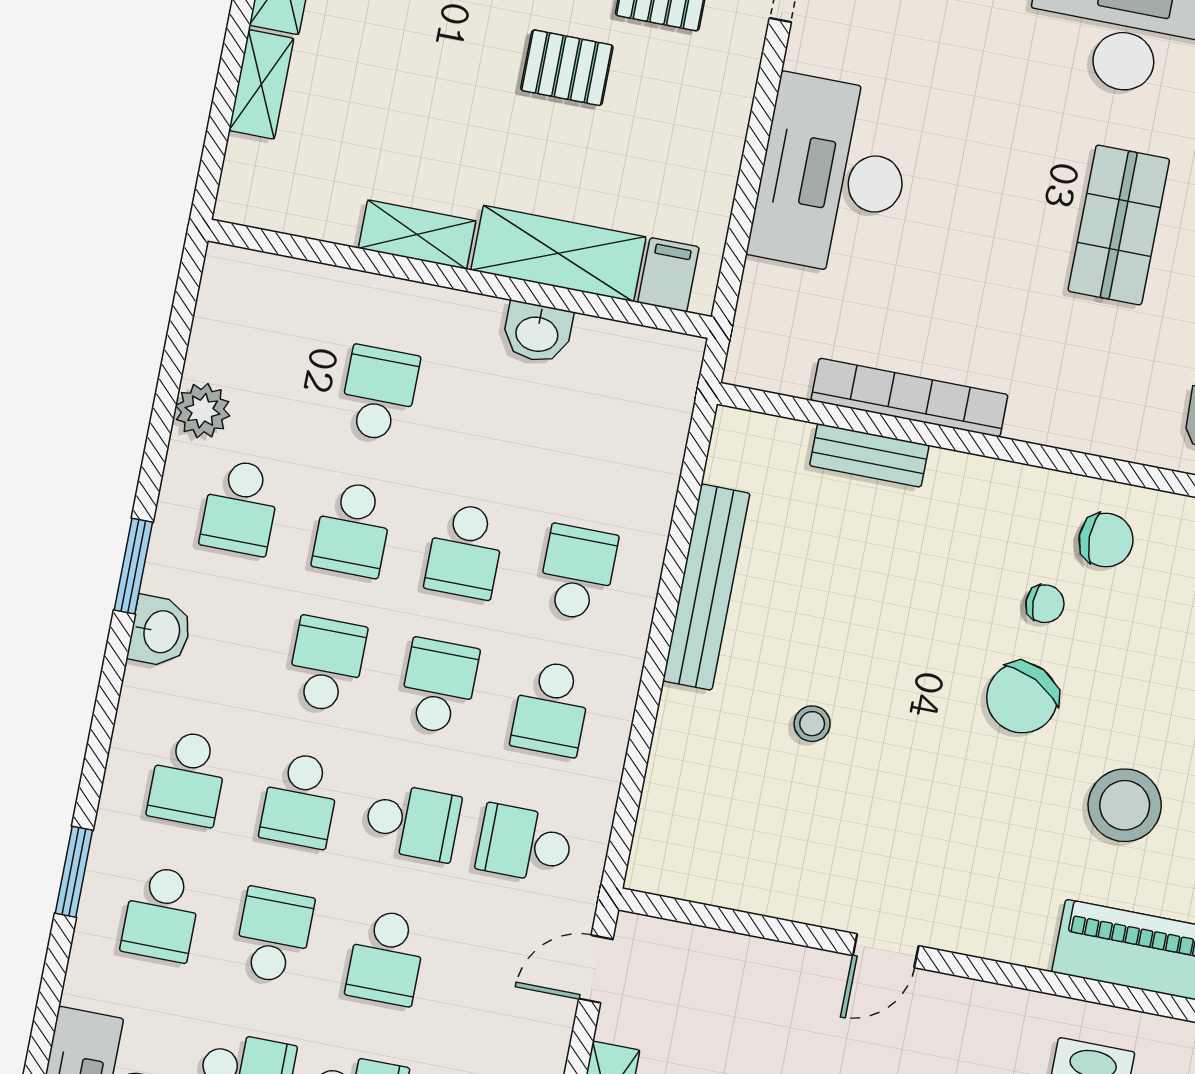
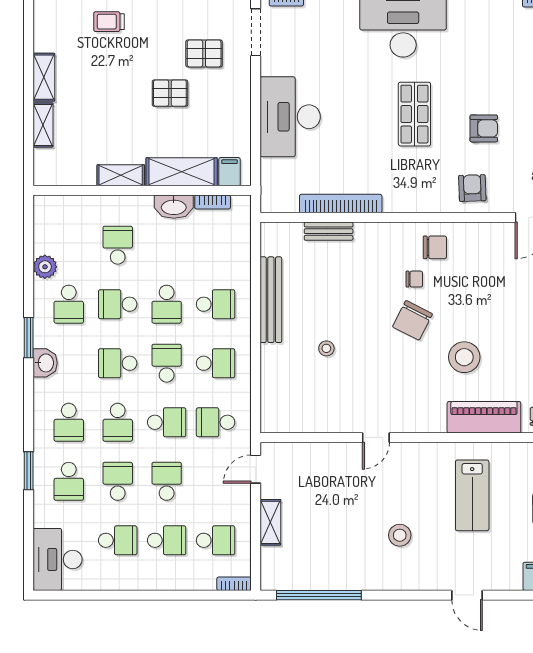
washbasin: (537, 333) -> (174, 207), width x1.38
bookcase: (616, 337) -> (213, 202), added
school desk: (353, 529) -> (118, 304), turned 90
school desk: (577, 573) -> (216, 304), turned 90
school desk: (326, 665) -> (118, 363), turned -90
school desk: (551, 708) -> (216, 363), turned -90
school desk: (386, 957) -> (167, 481), turned 180

